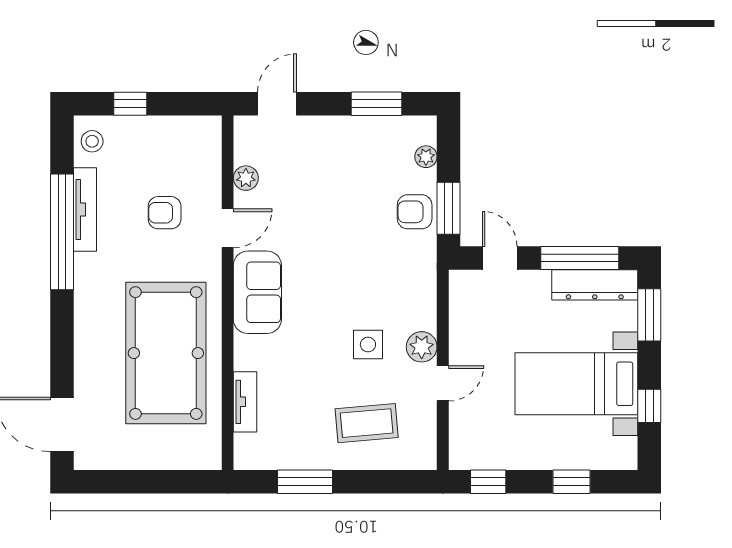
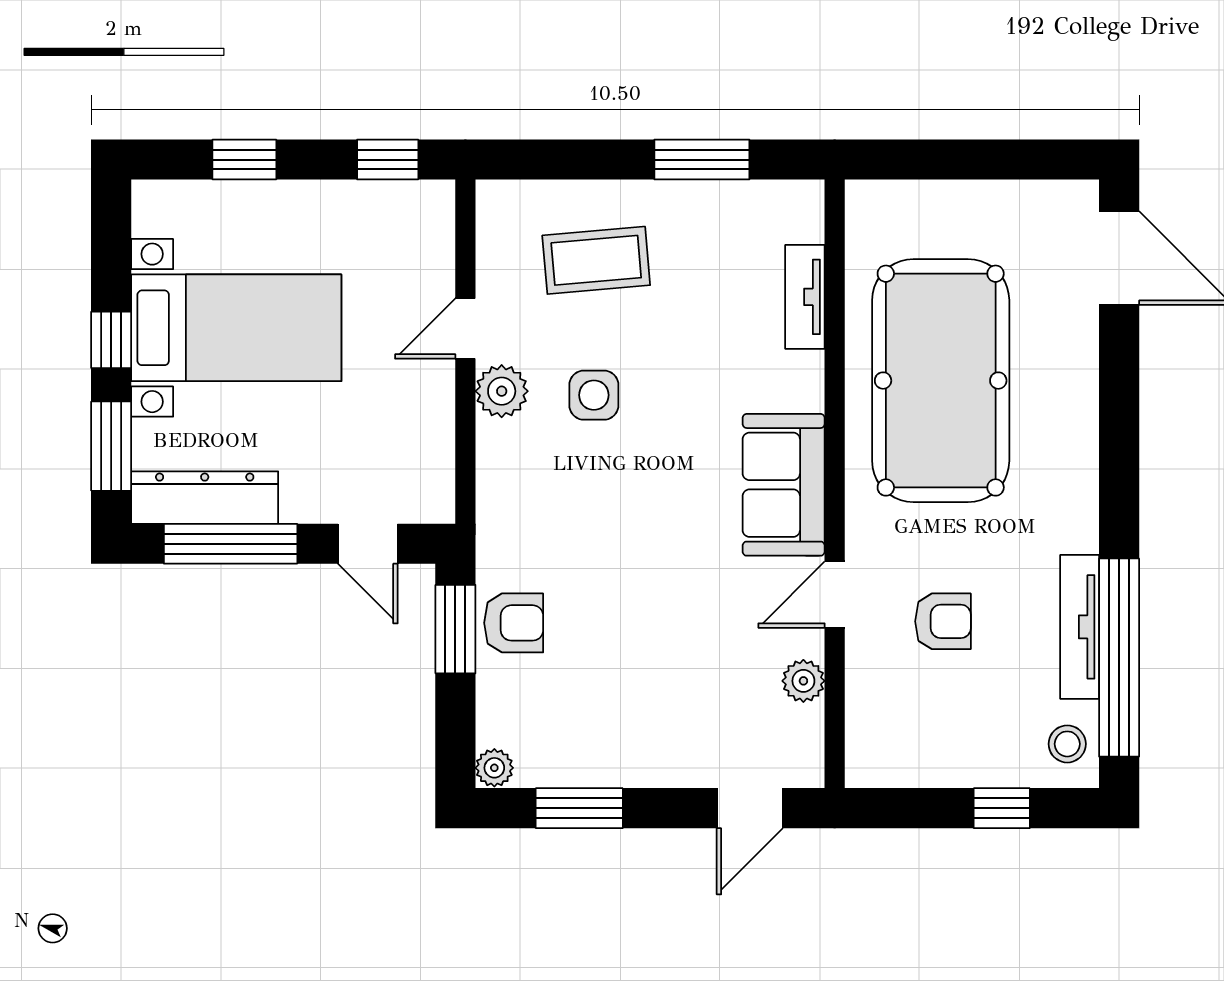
plant: (426, 157) -> (494, 768), moved
window: (62, 232) -> (1119, 658), moved
window: (649, 406) -> (111, 340), moved

